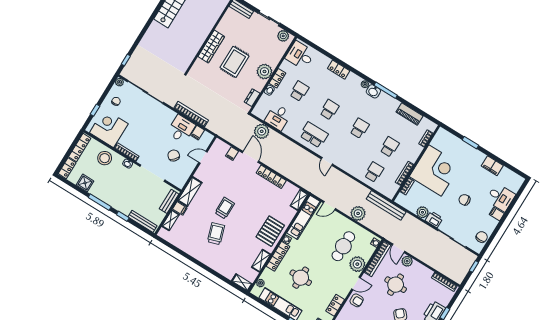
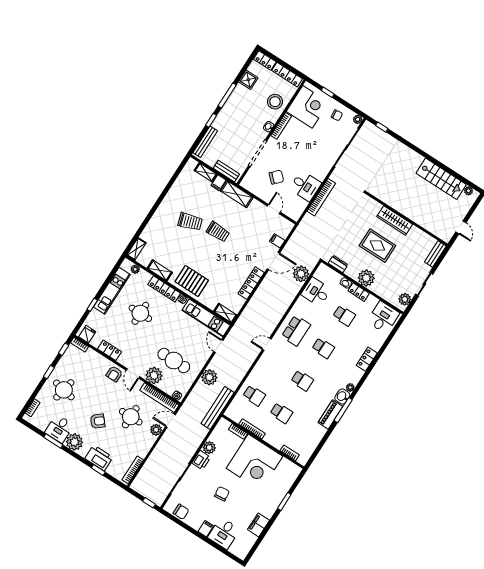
piano: (410, 114) -> (330, 414), moved
filing cabinet: (198, 133) -> (301, 204), removed

